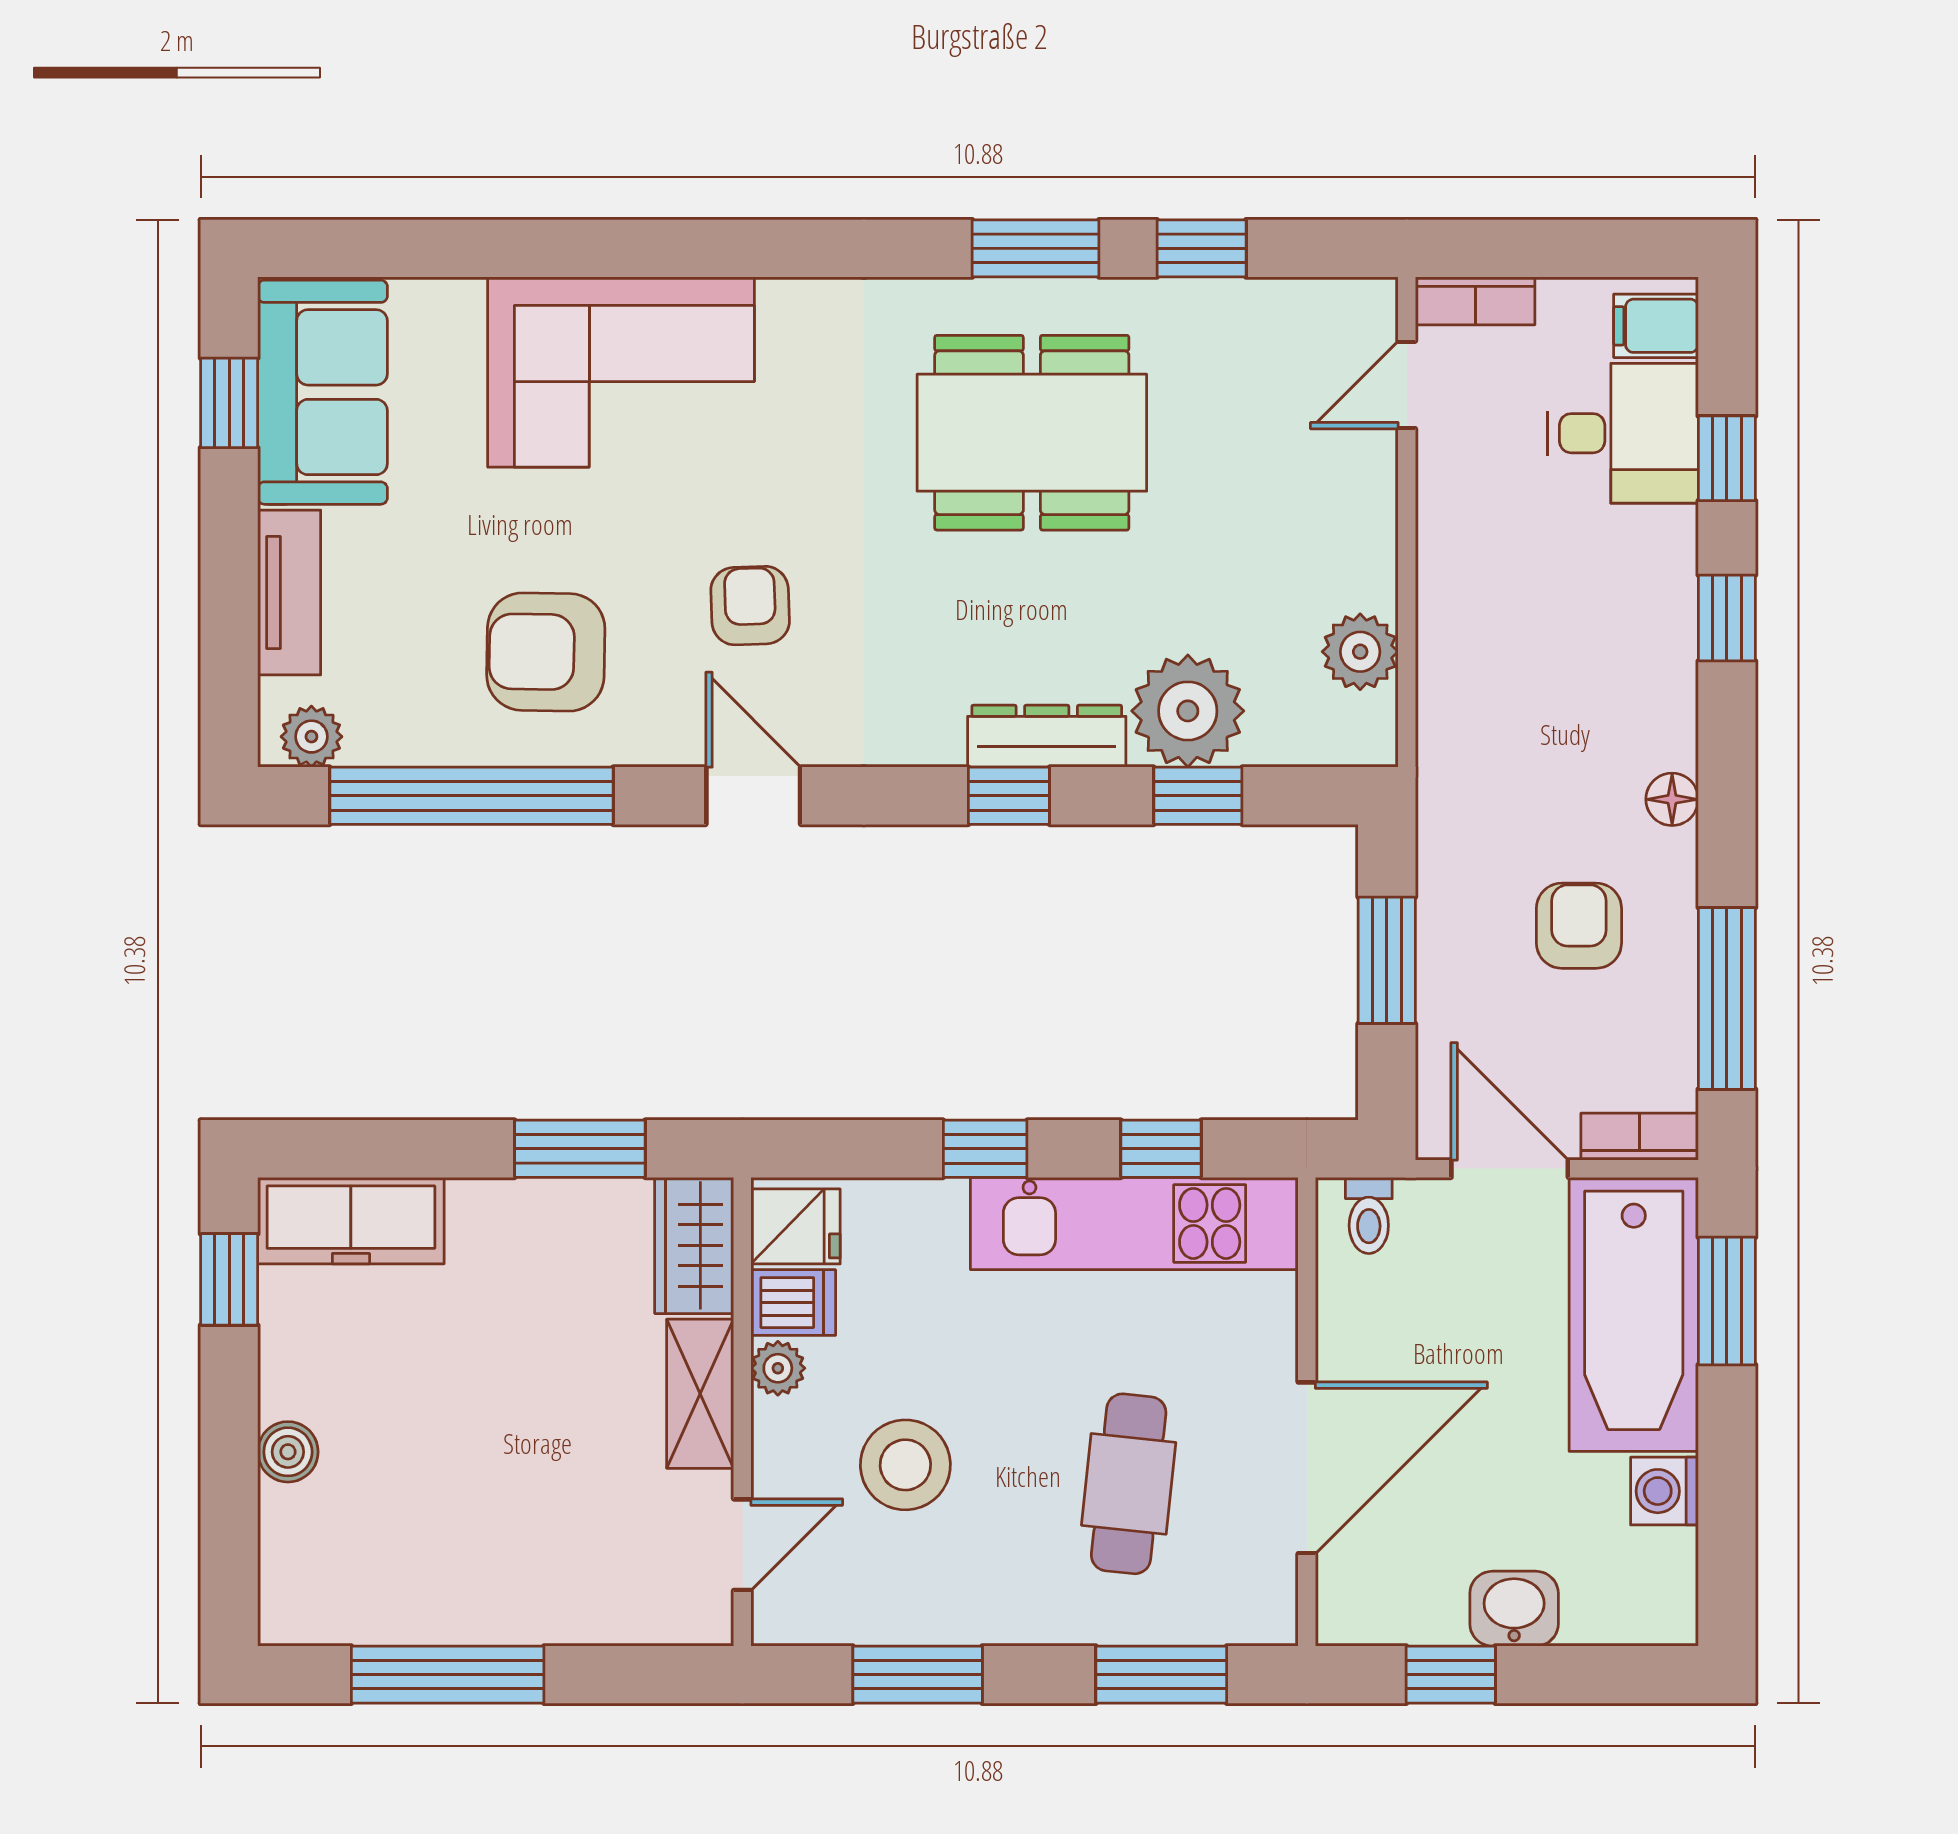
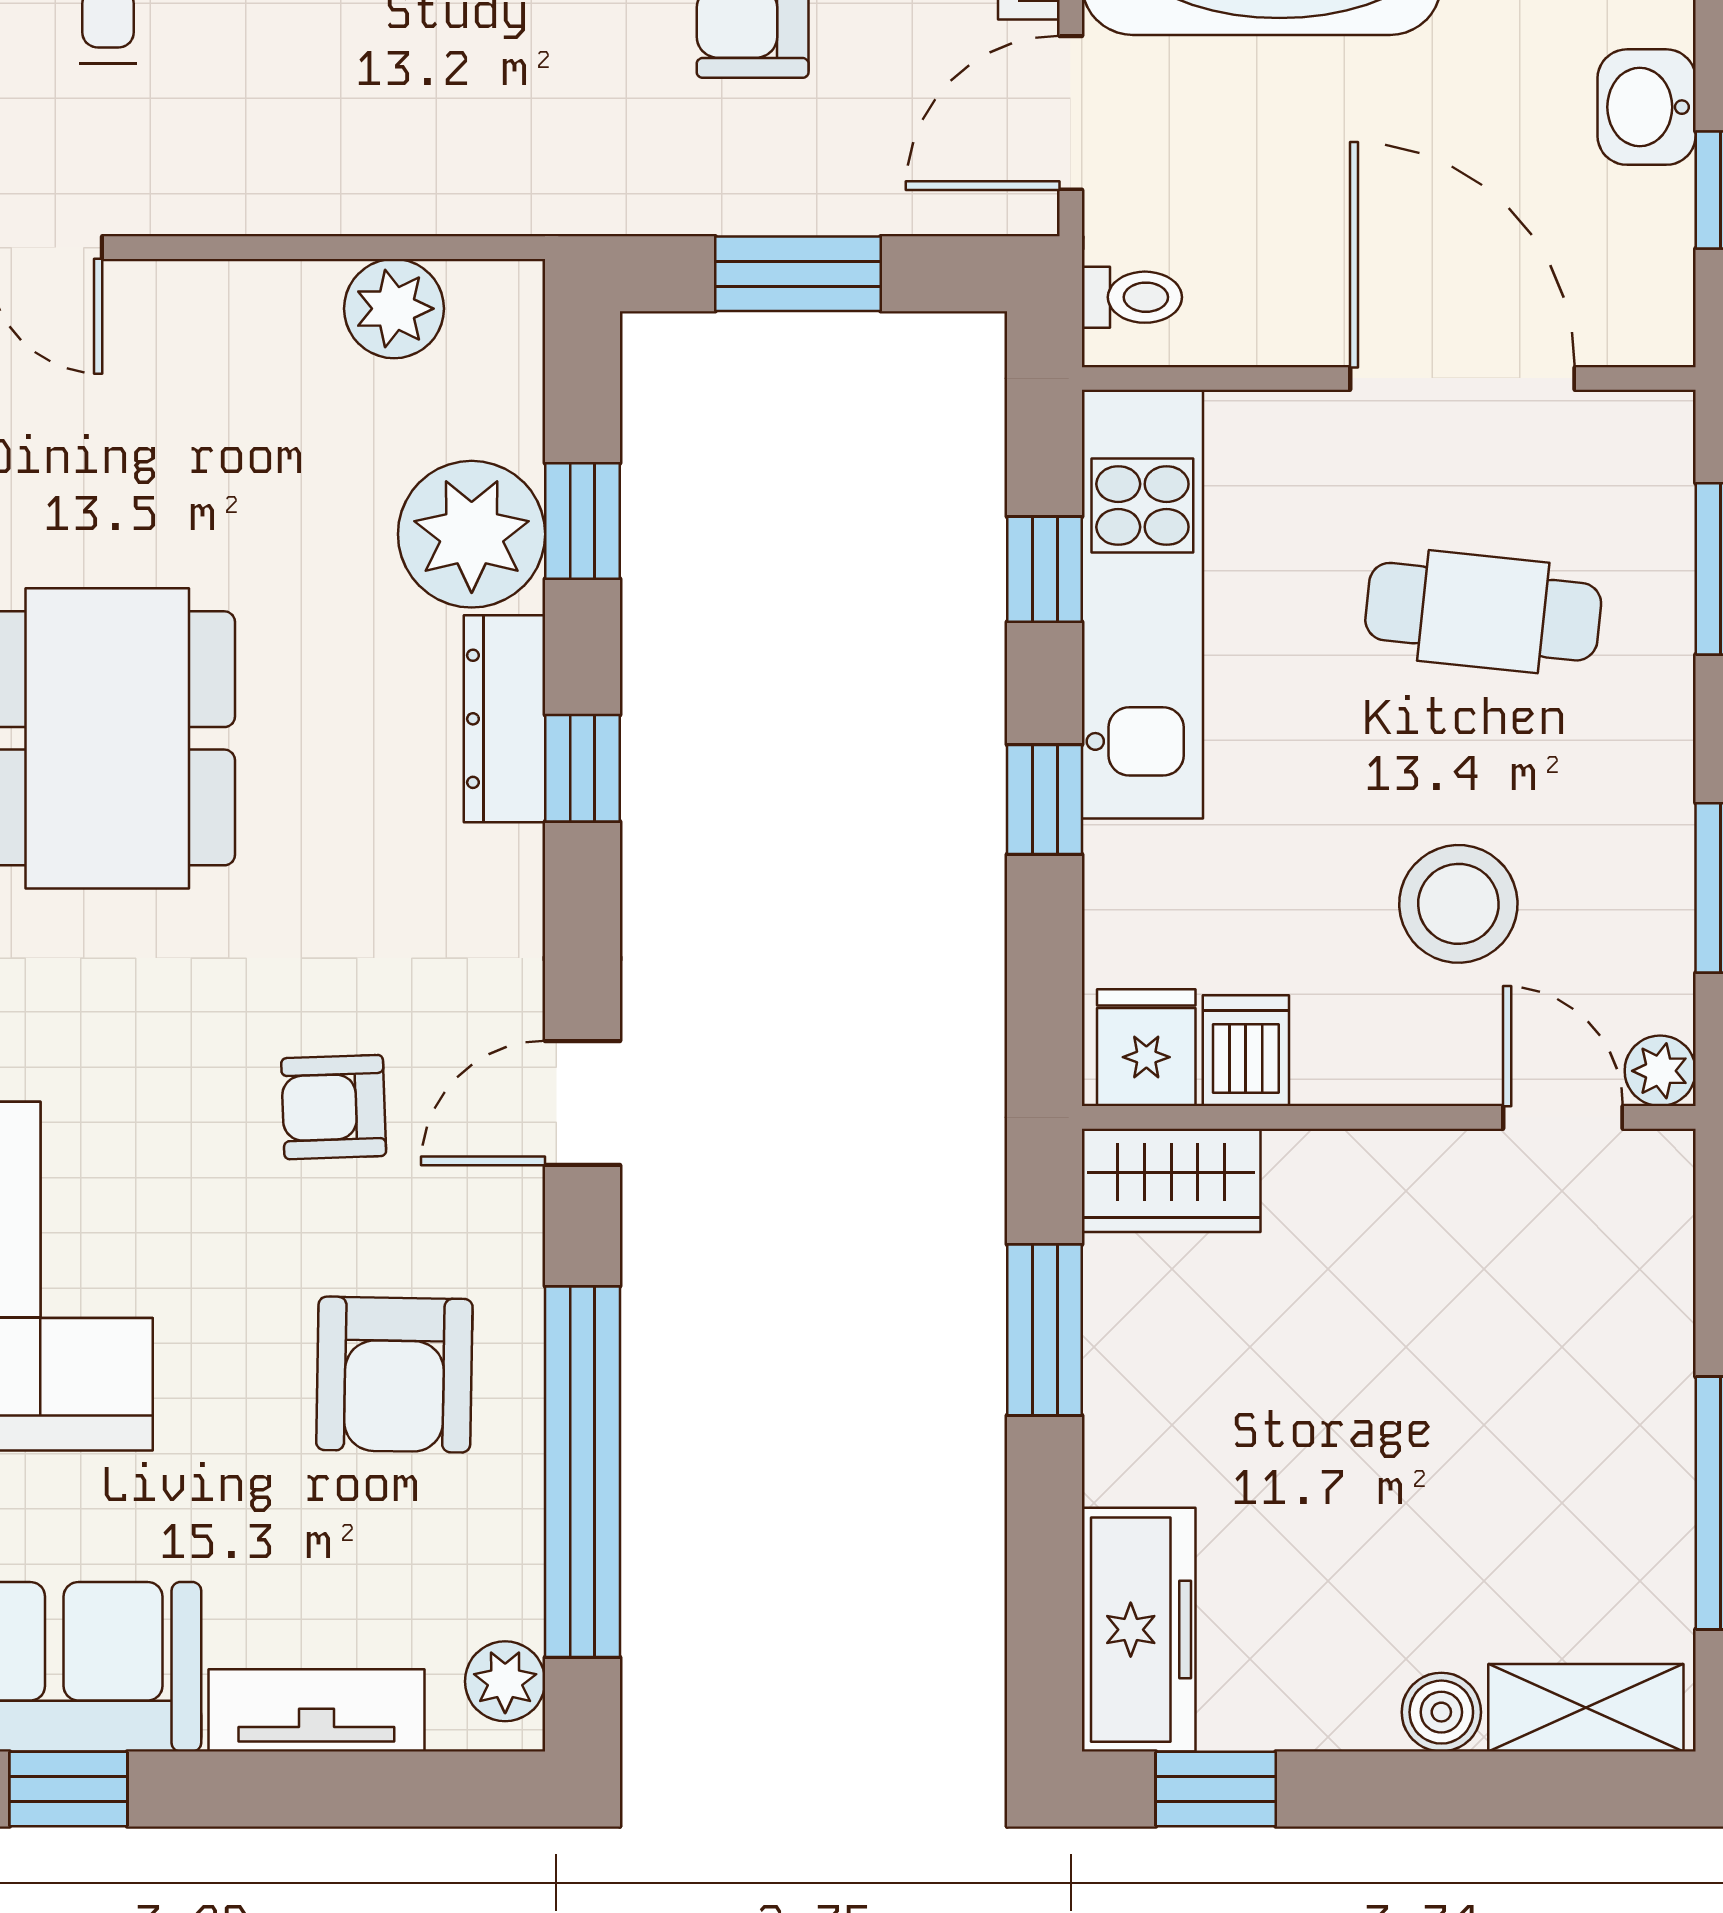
plant: (778, 1368) -> (1660, 1071), moved
shelving: (700, 1394) -> (1586, 1708), moved

